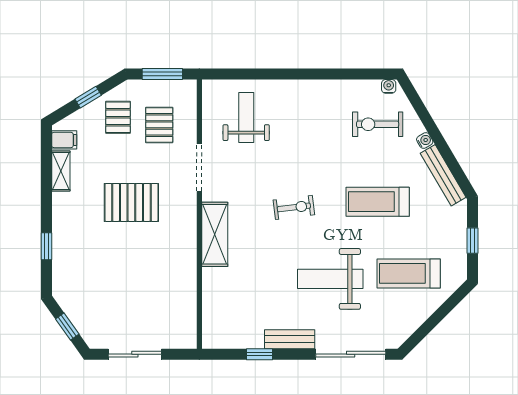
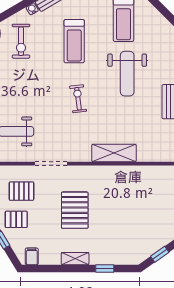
shelving: (61, 171) -> (75, 259), moved
shelving: (215, 234) -> (114, 153), moved

